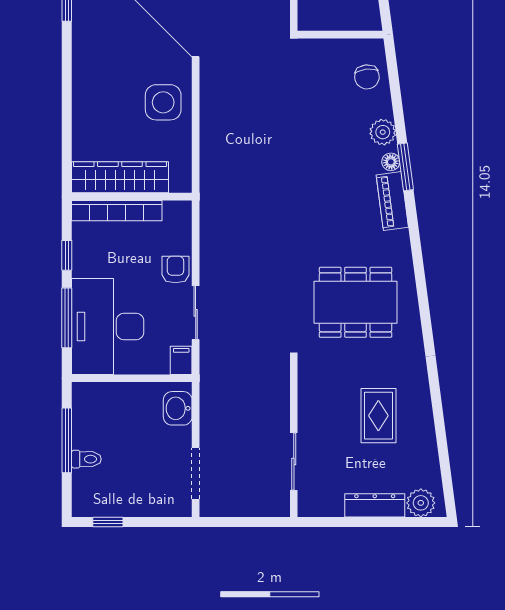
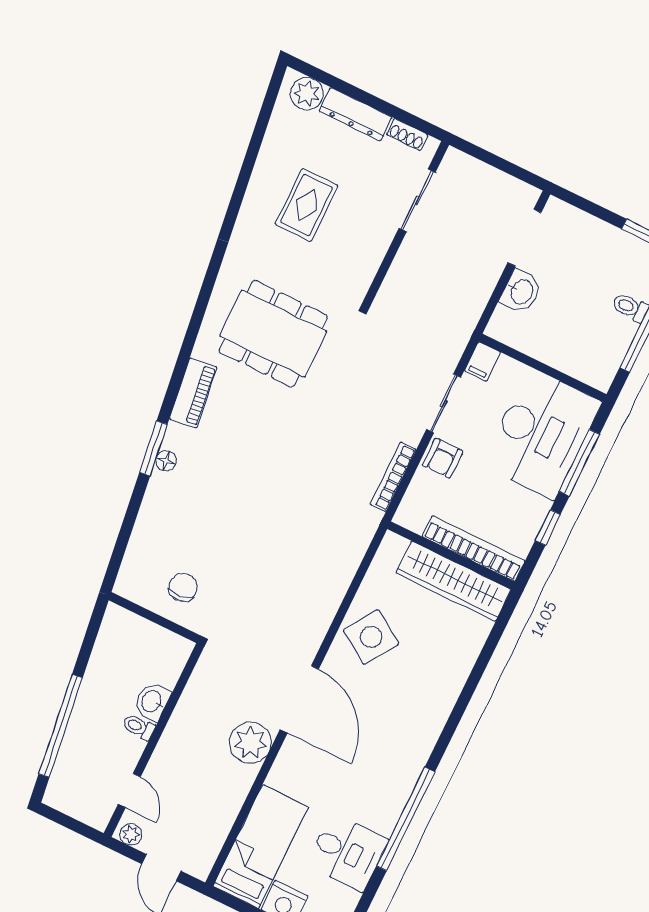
chair: (367, 77) -> (183, 587), moved
side table: (163, 102) -> (371, 637), turned 33
plant: (383, 132) -> (159, 496), removed
piano: (392, 201) -> (193, 393), moved
bookcase: (207, 236) -> (393, 477), added
washbasin: (178, 408) -> (521, 292), moved
shoe rack: (327, 509) -> (407, 135), added

